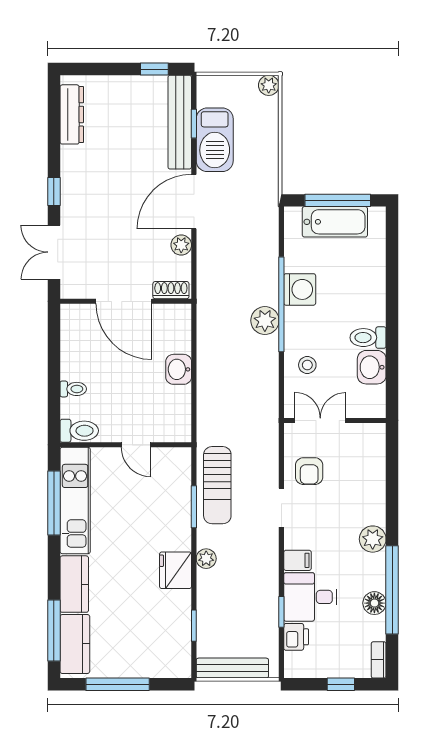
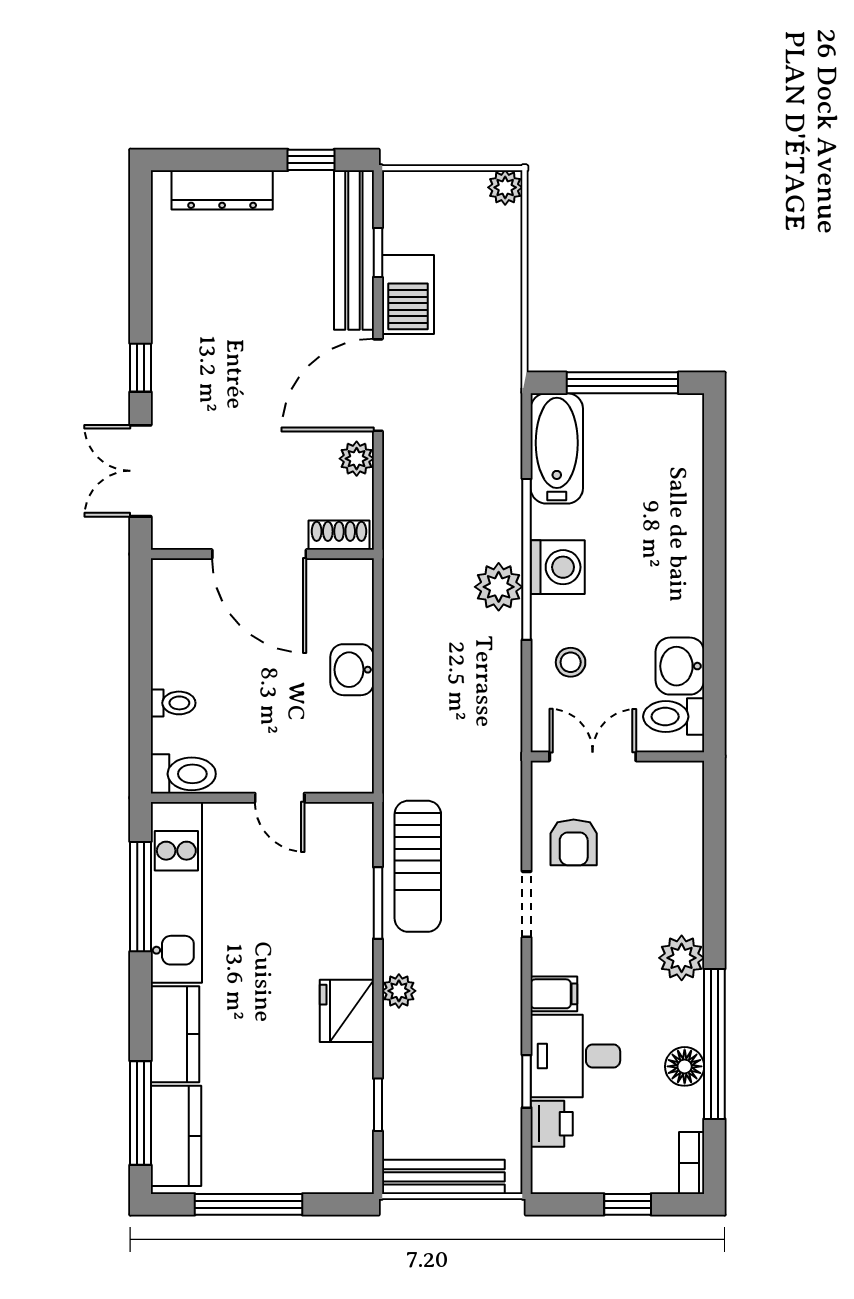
dresser: (72, 114) -> (222, 190), moved, turned 90
barbecue: (215, 140) -> (408, 295), width x0.73, depth x0.83
bathtub: (335, 222) -> (557, 448), moved, turned -90
washing machine: (300, 289) -> (558, 567), moved
toilet: (368, 338) -> (674, 717), moved

